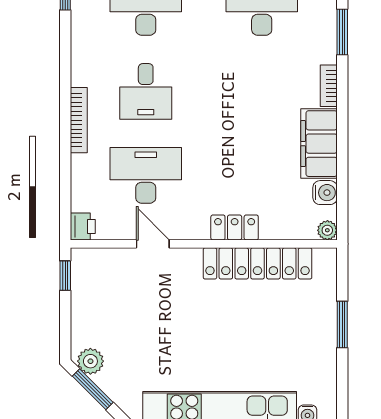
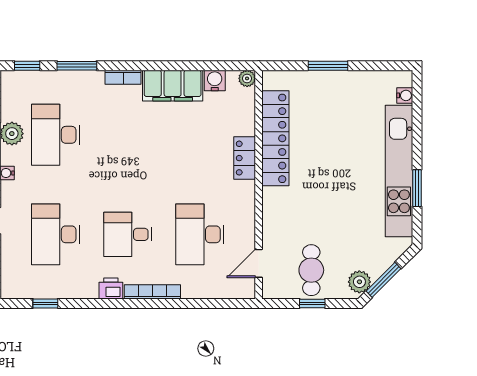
desk: (146, 91) -> (128, 234), turned 180
printer: (83, 226) -> (111, 288), moved
door: (153, 244) -> (259, 263), moved
window: (65, 276) -> (312, 303), moved
cafe table: (104, 305) -> (311, 270), added

